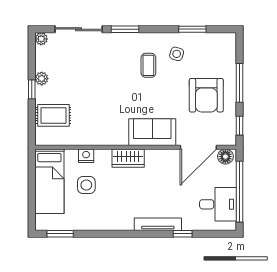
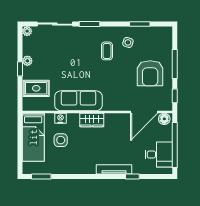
sofa: (152, 132) -> (78, 101), moved, width x1.36

